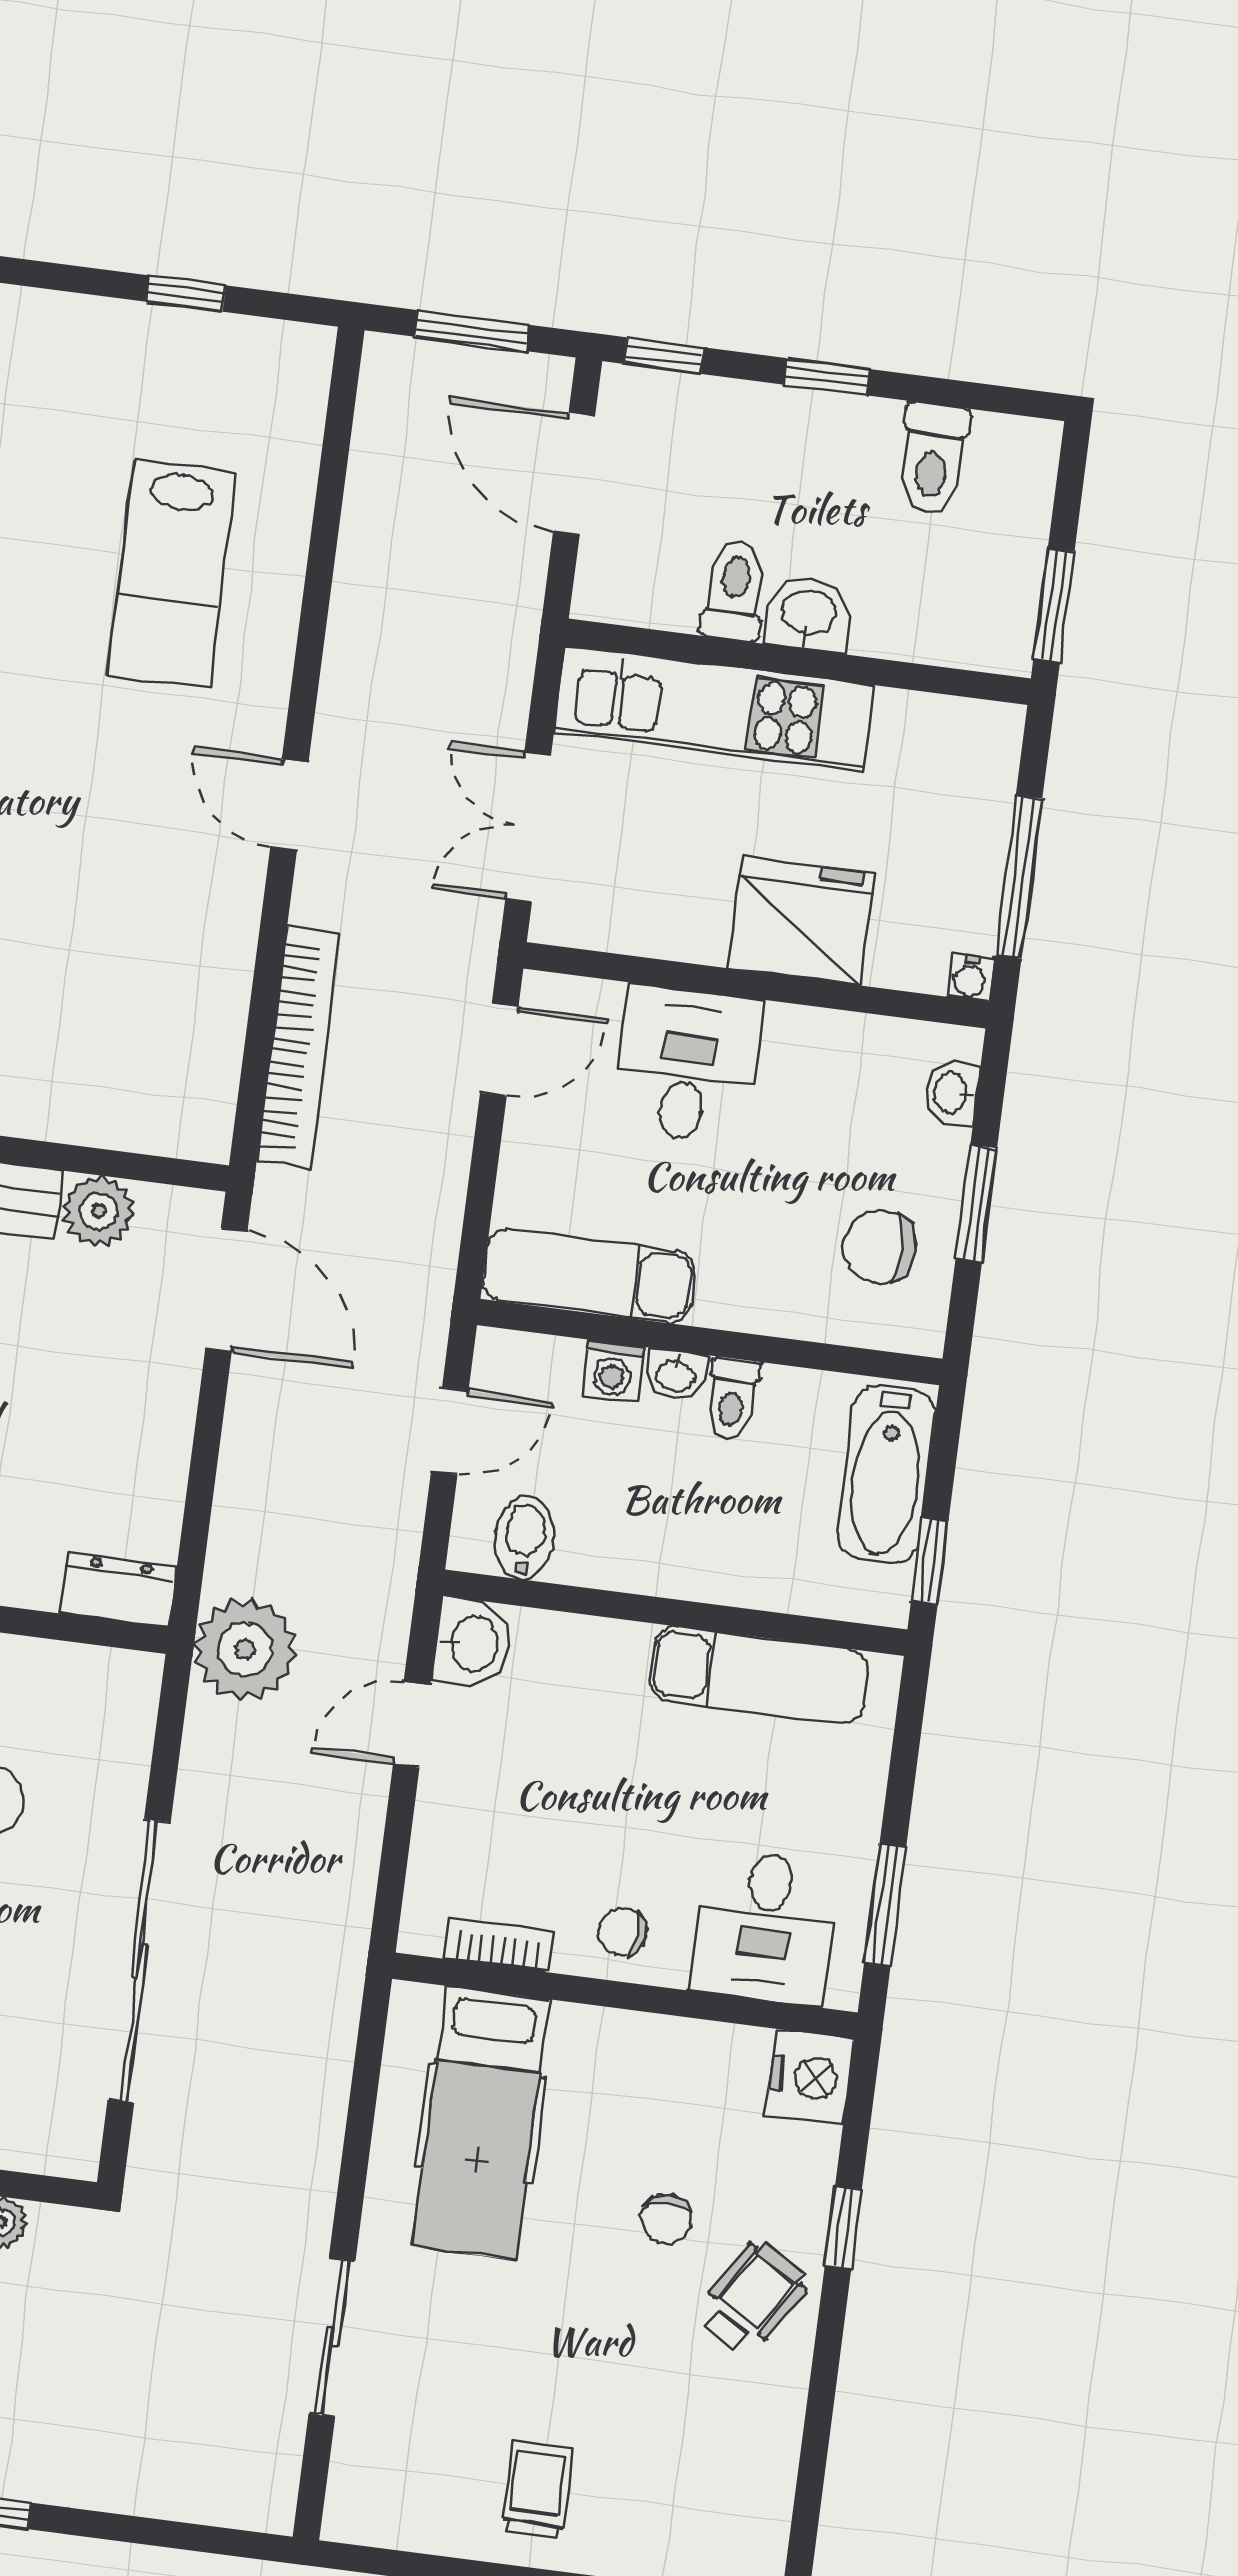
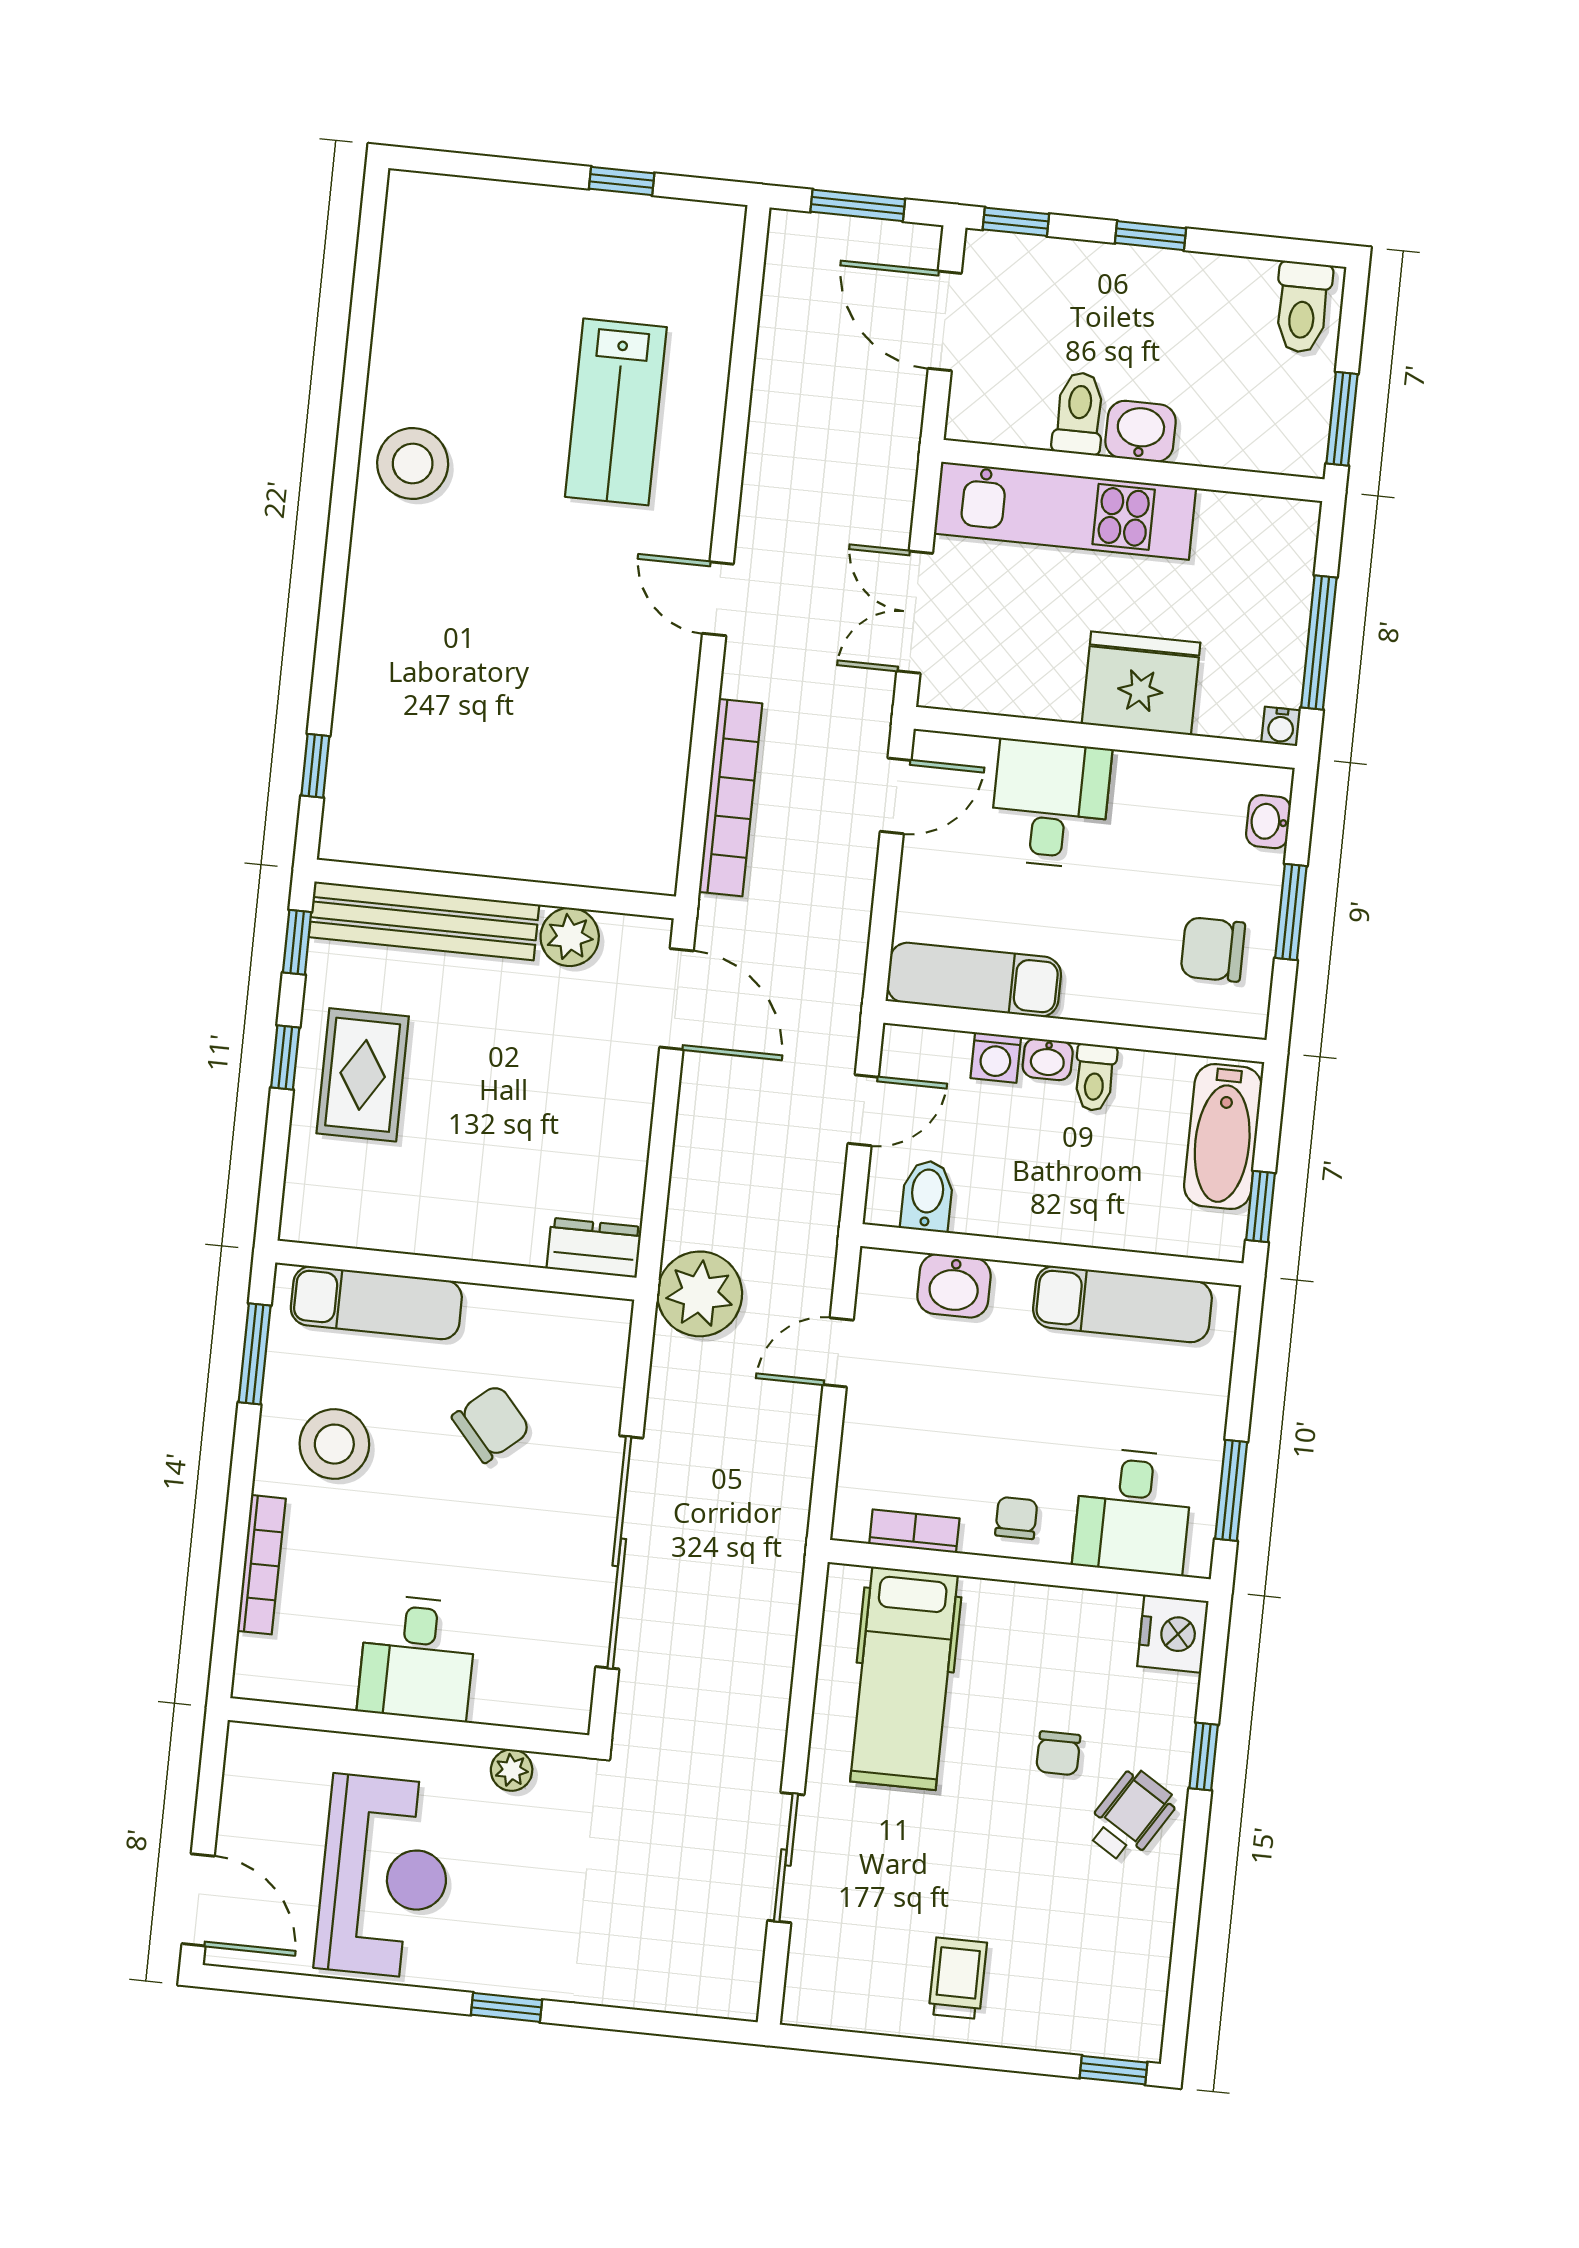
toilet: (933, 459) -> (1303, 307), moved
washbasin: (472, 1643) -> (954, 1286), moved, turned 90
chair: (623, 1932) -> (1016, 1518), turned 82

